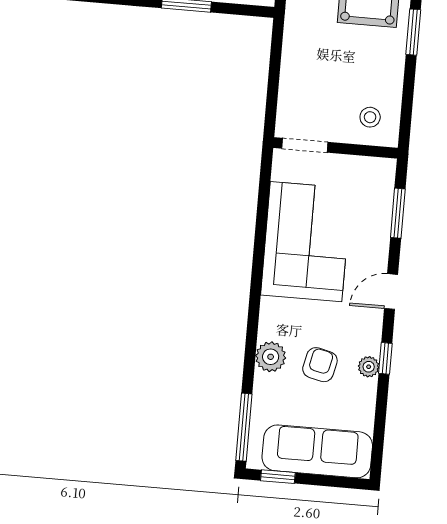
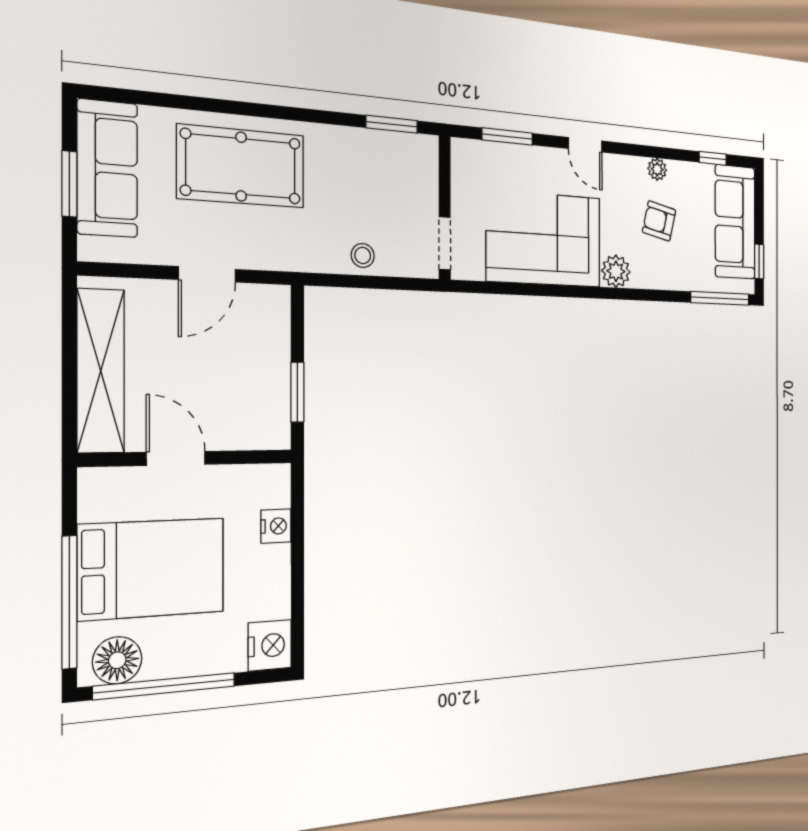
window: (413, 32) -> (392, 124), moved
stool: (370, 117) -> (363, 255), moved
plant: (271, 357) -> (616, 271), moved
window: (385, 358) -> (713, 158), moved

